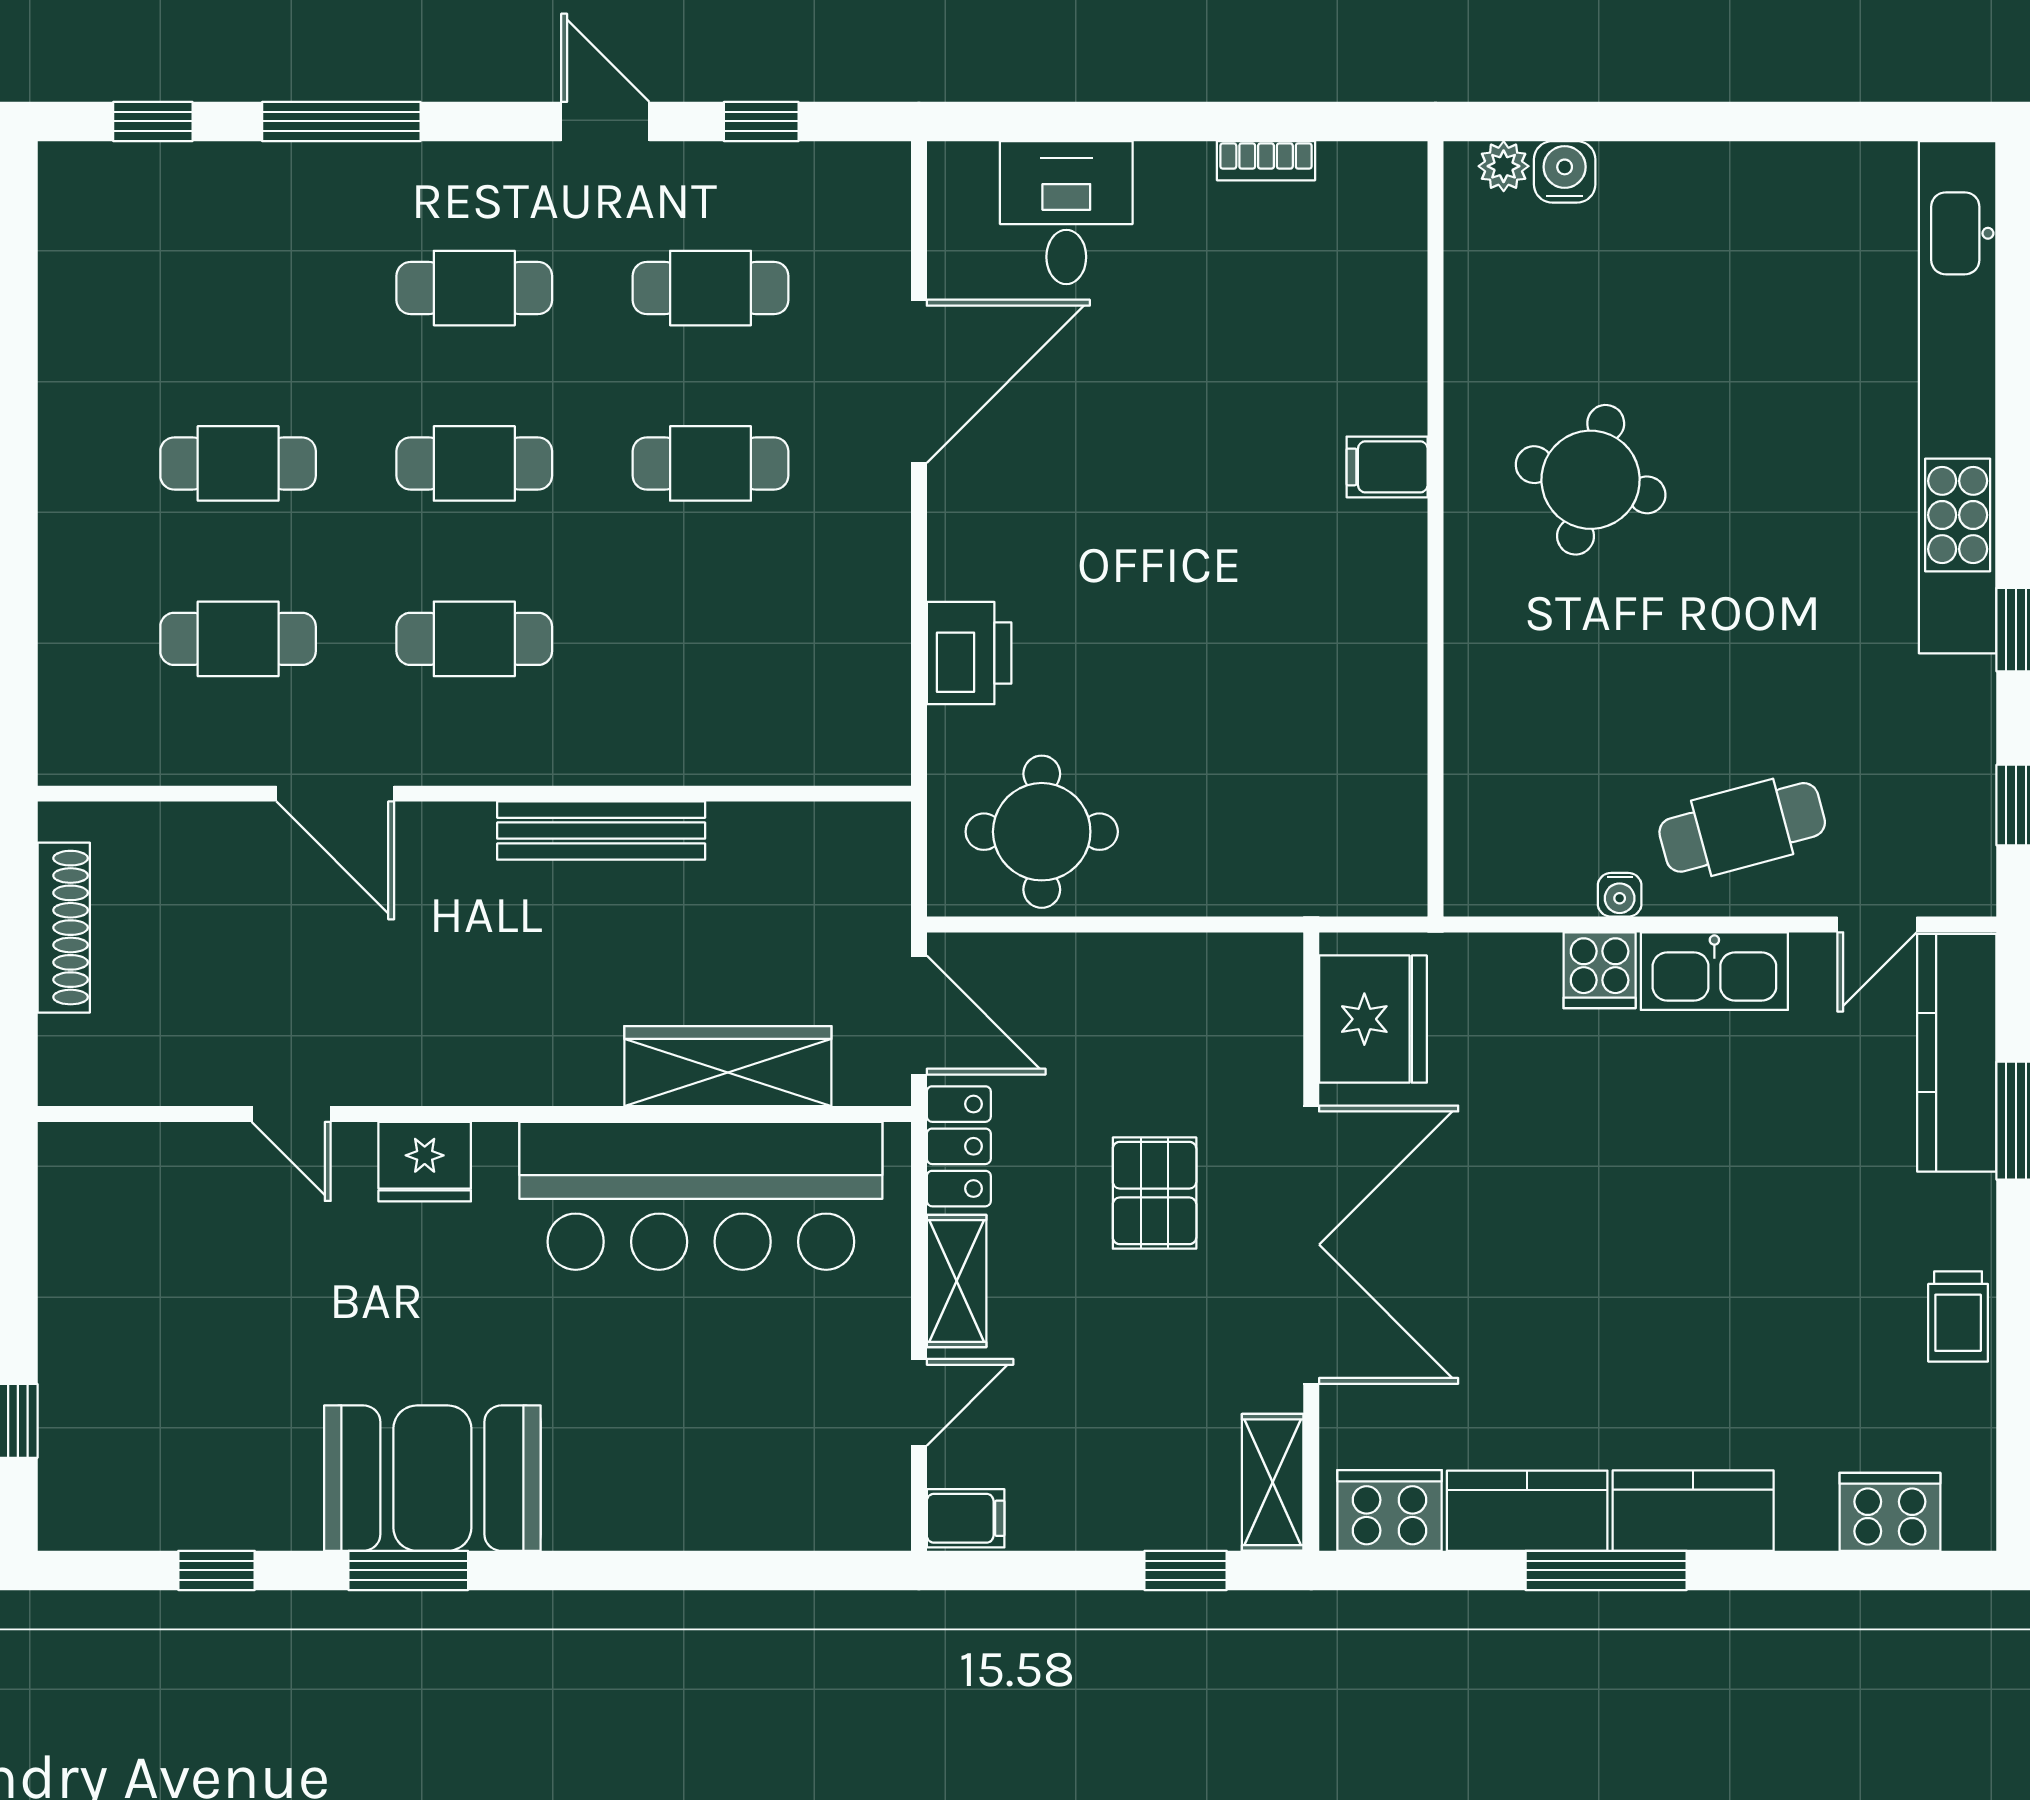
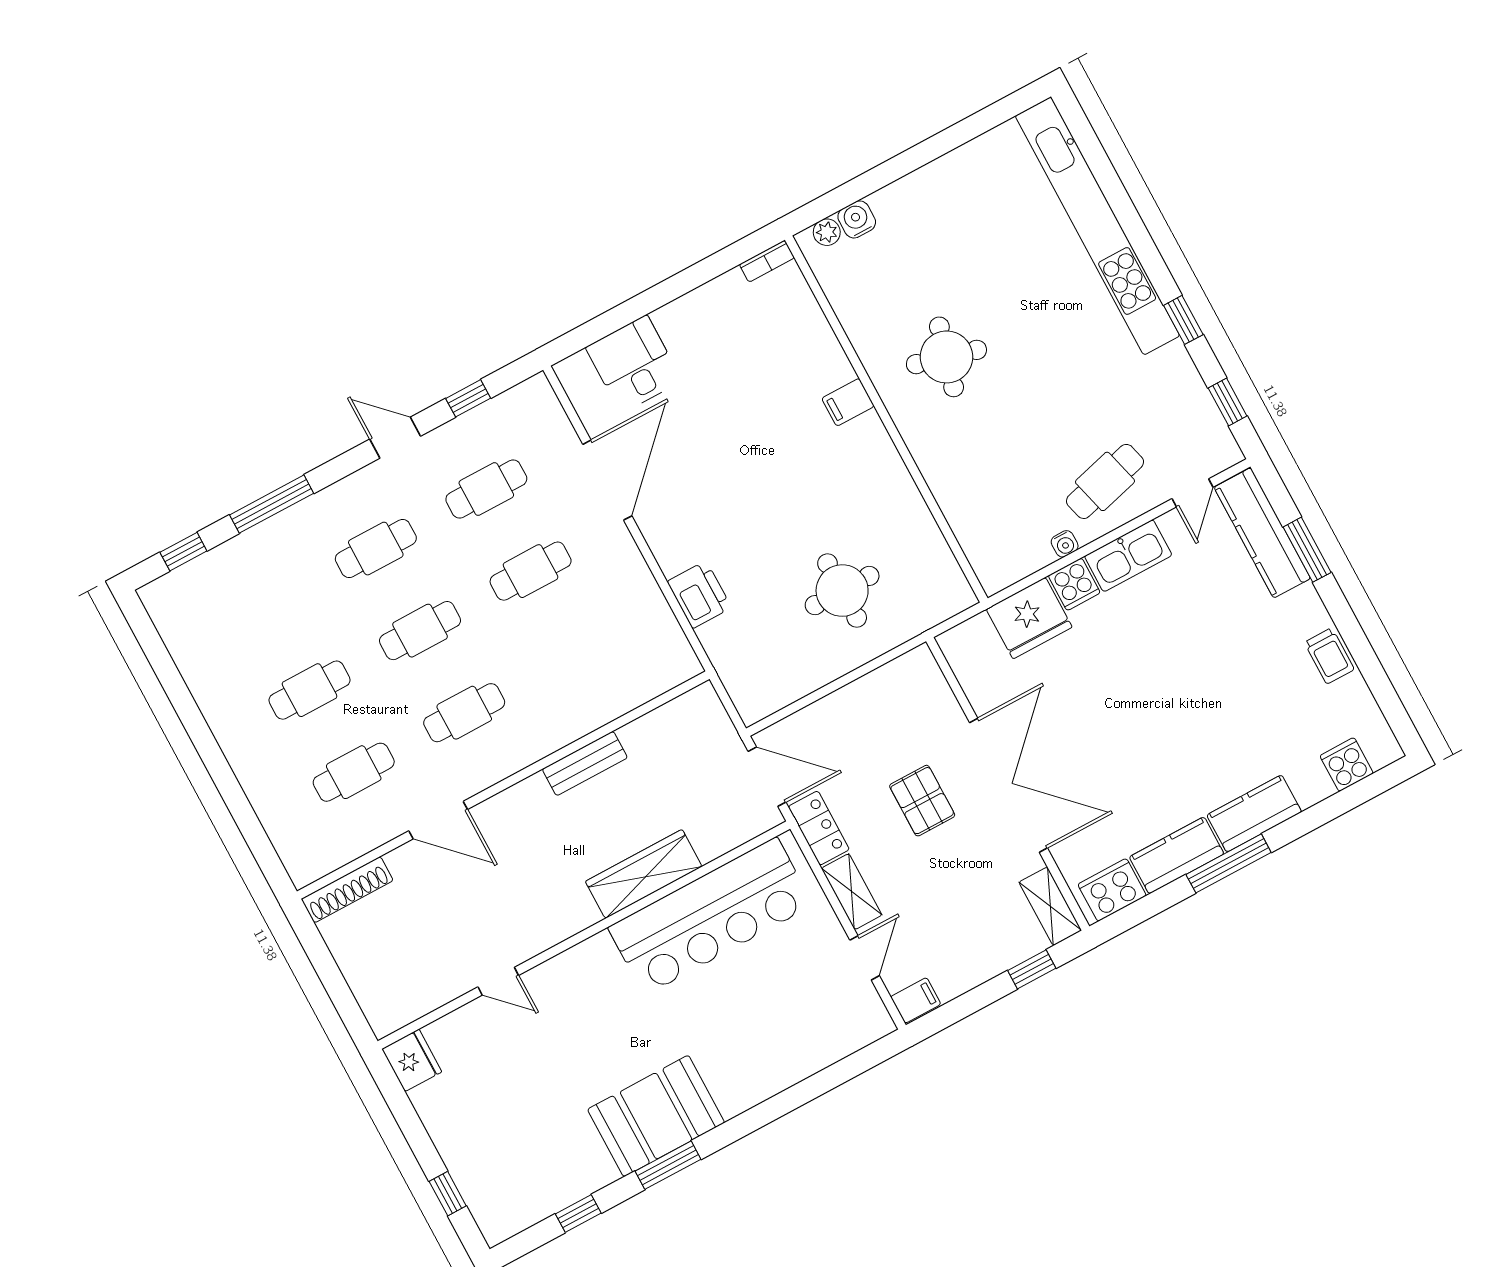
bookcase: (1266, 161) -> (767, 261), moved
bench: (601, 831) -> (585, 763), width x0.73
round table: (1042, 832) -> (842, 591), moved
shoe rack: (64, 928) -> (347, 890), moved, turned 90
fridge: (1373, 1019) -> (1029, 618), moved, turned 90
wardrobe: (728, 1066) -> (644, 874), moved
fridge: (425, 1162) -> (412, 1060), moved, turned -90
cooker: (1890, 1512) -> (1347, 764), width x0.73

